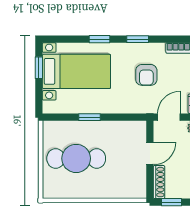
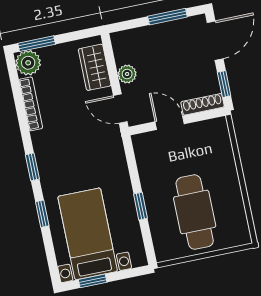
armchair: (146, 75) -> (74, 147), removed

